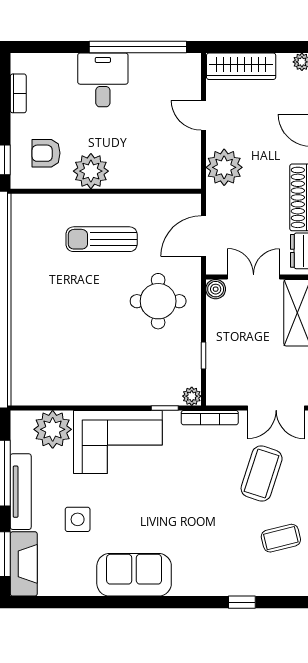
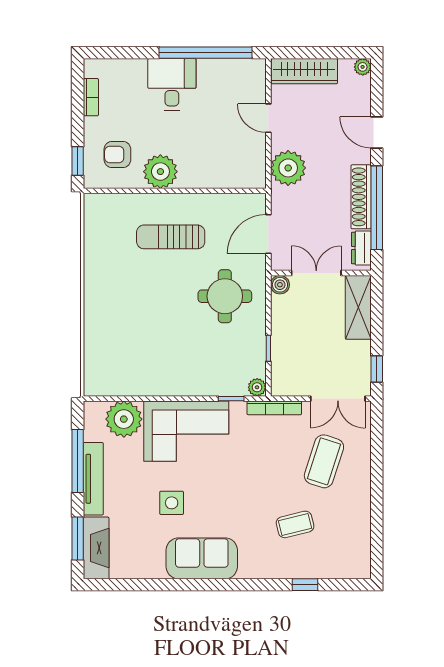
side table: (78, 519) -> (172, 503), moved
coffee table: (281, 538) -> (295, 524), moved

